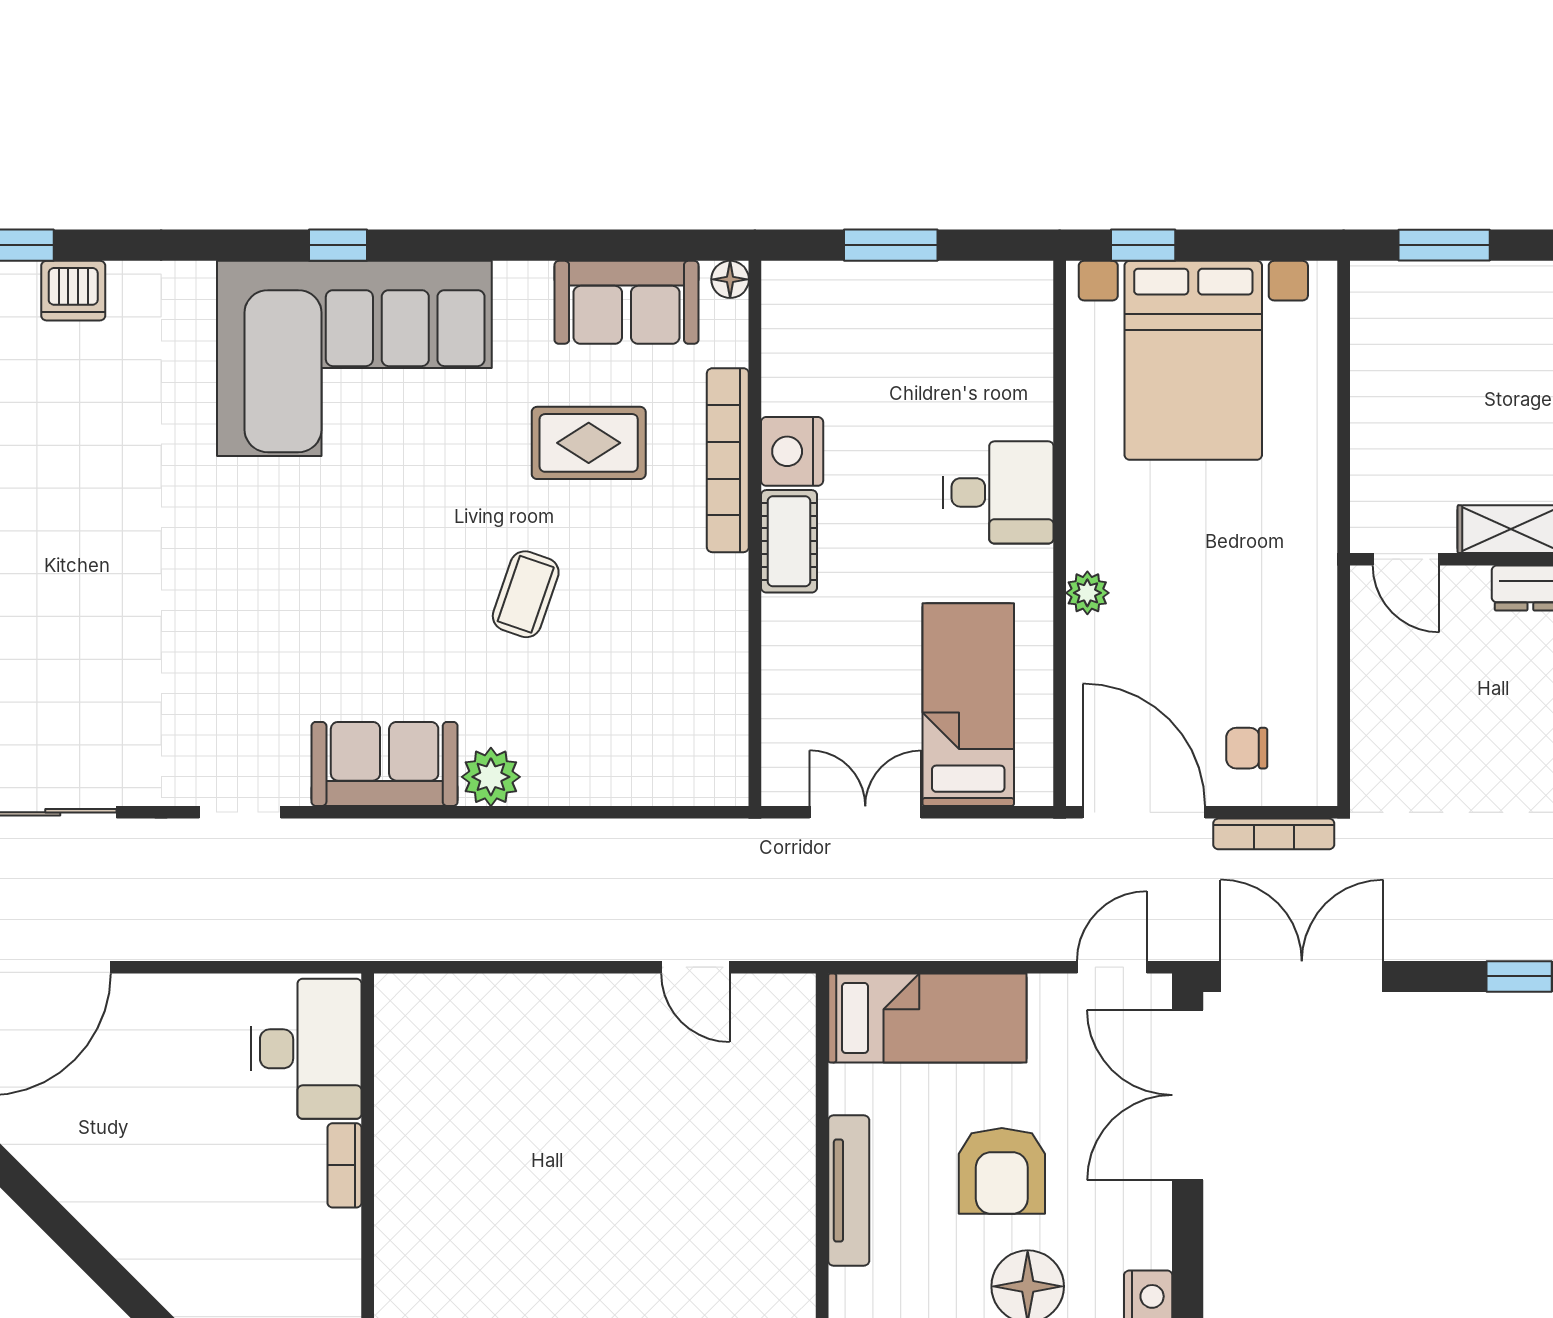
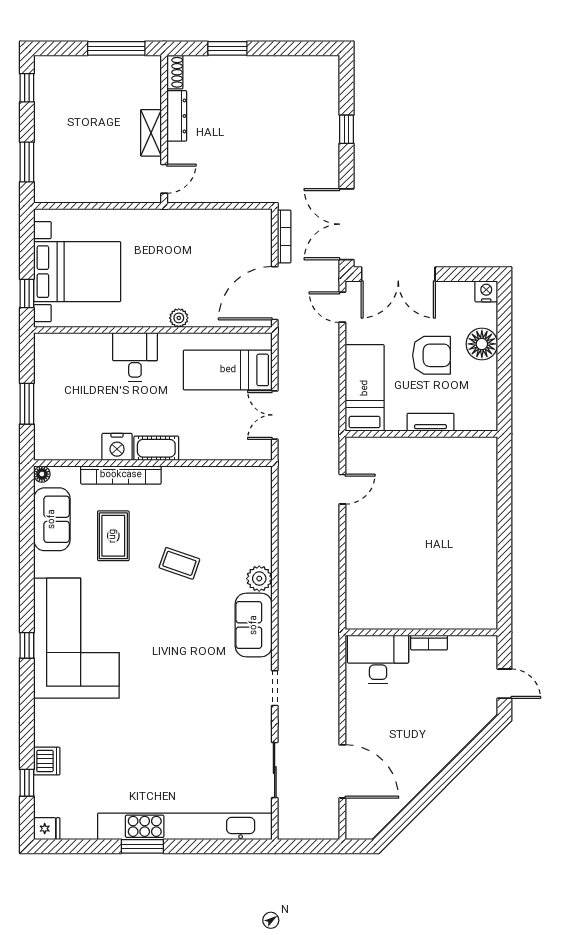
chair: (1247, 748) -> (247, 248), removed
tv unit: (849, 1191) -> (430, 422), width x0.71

